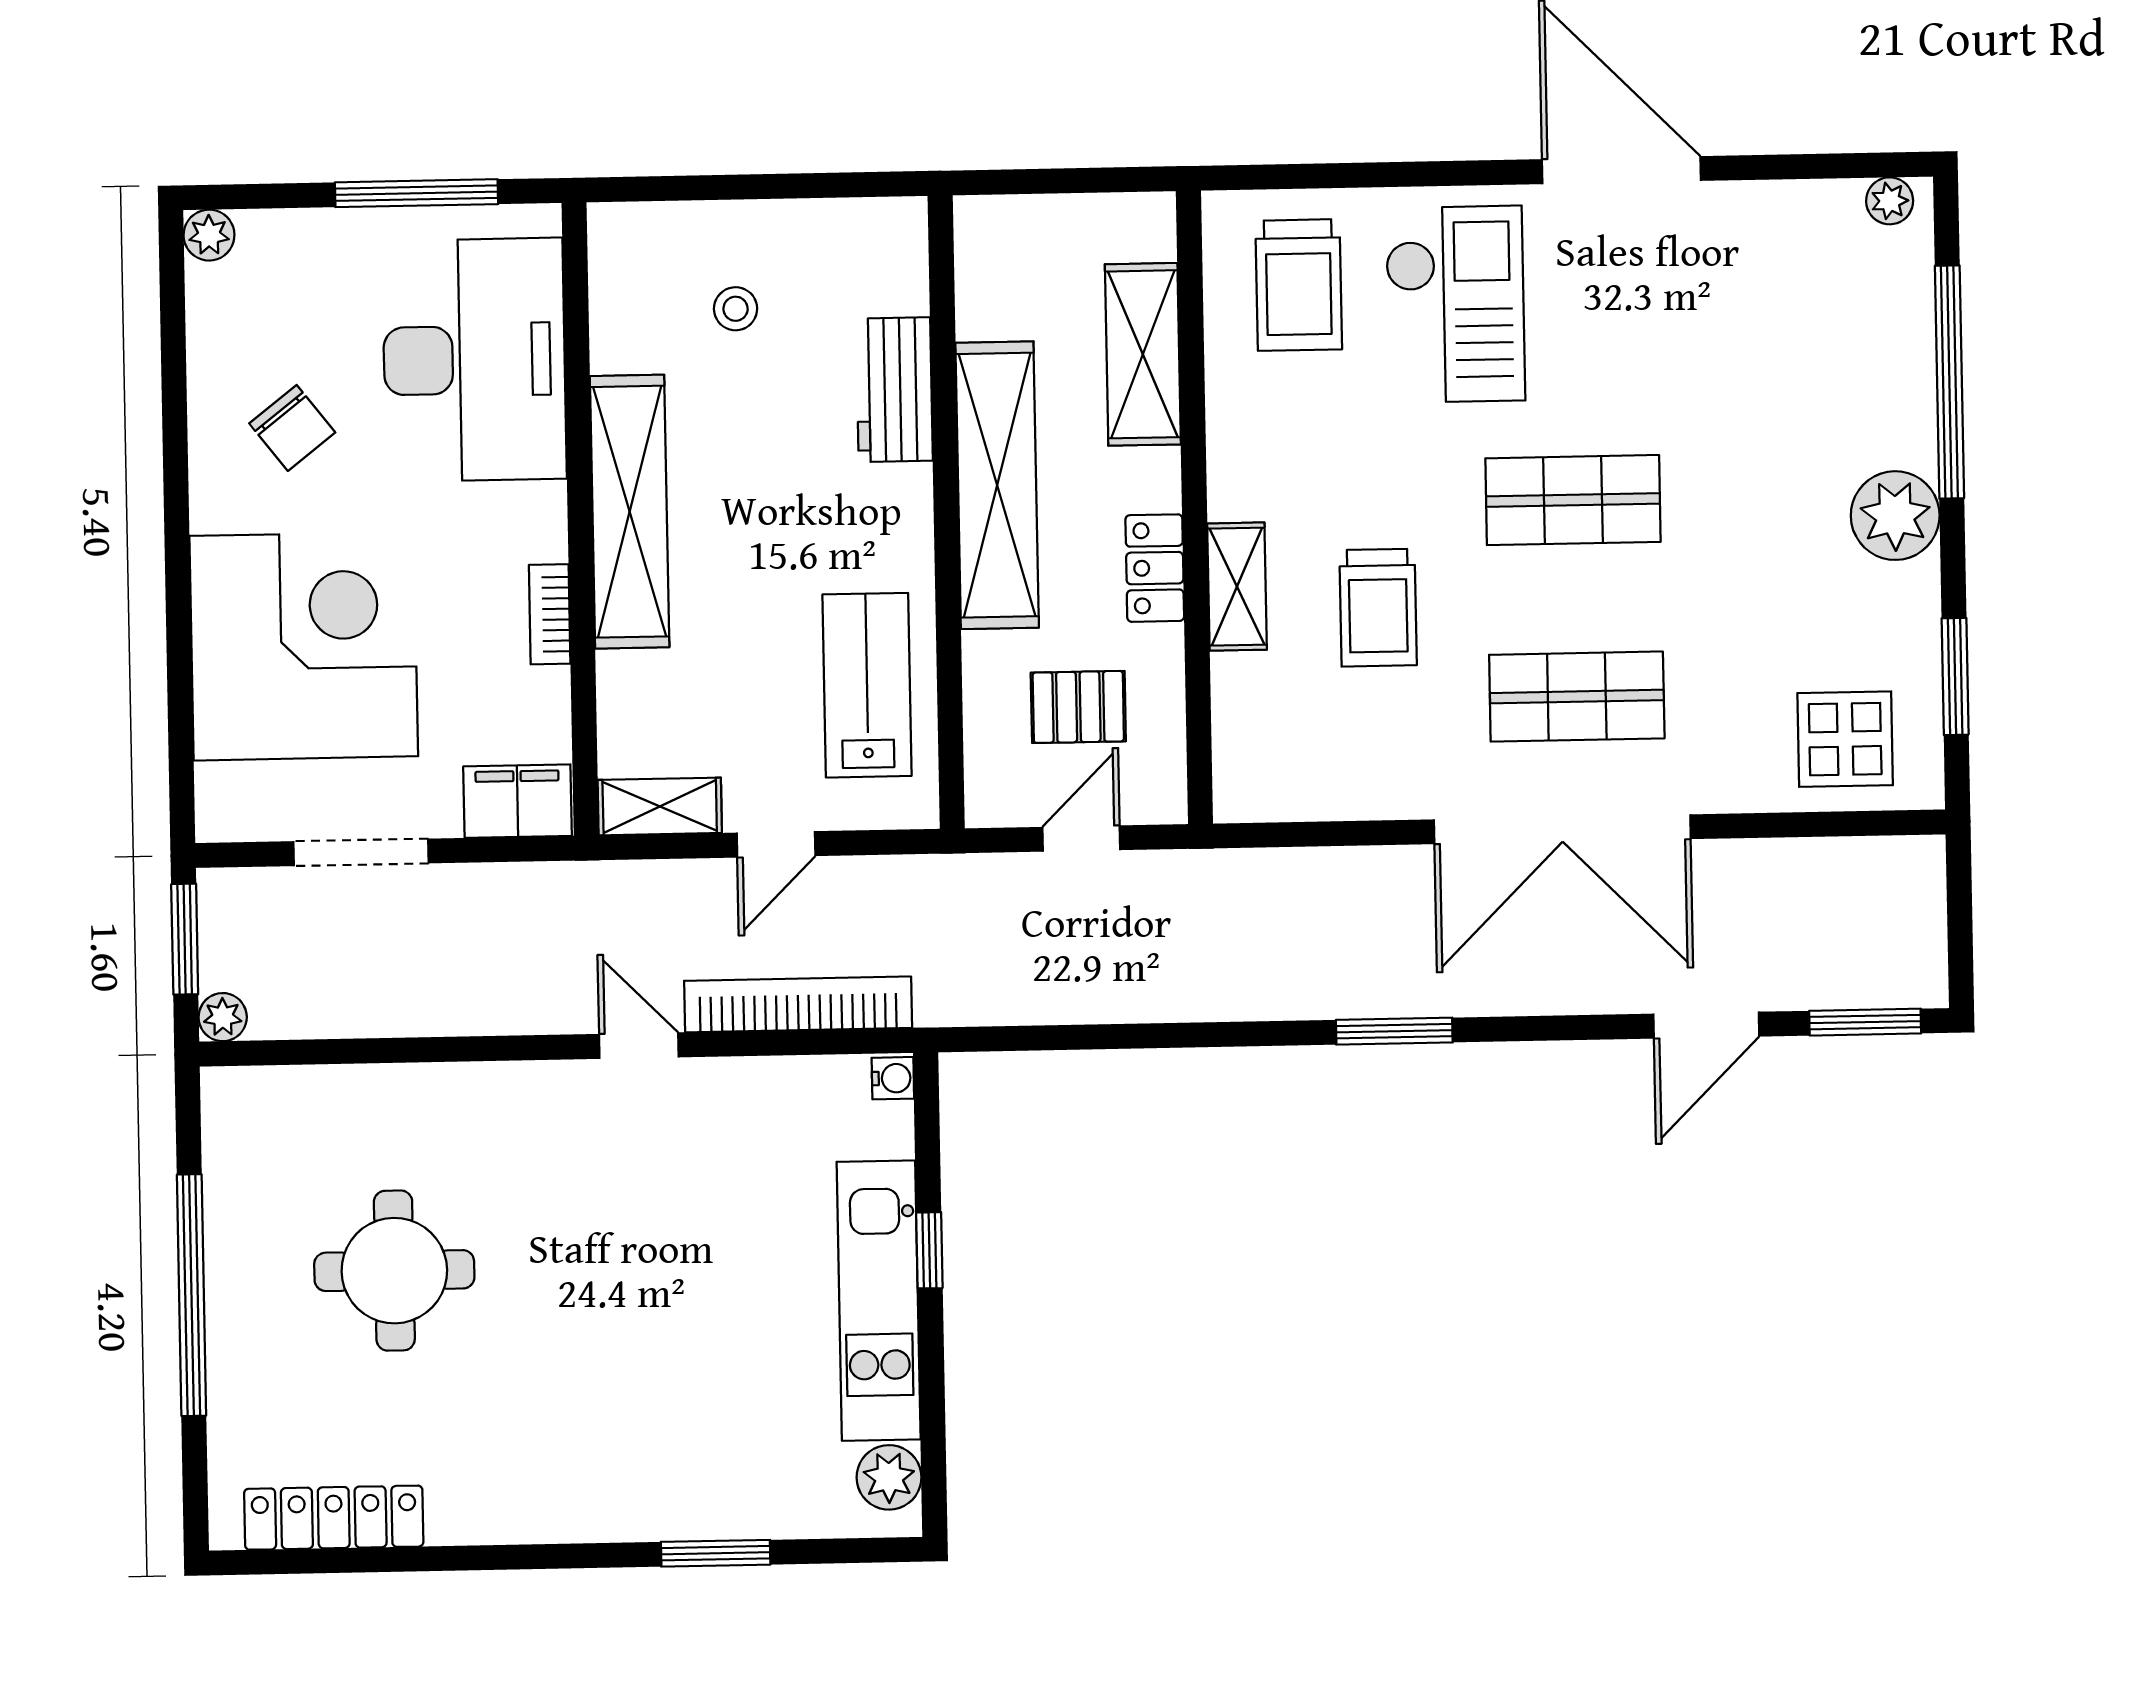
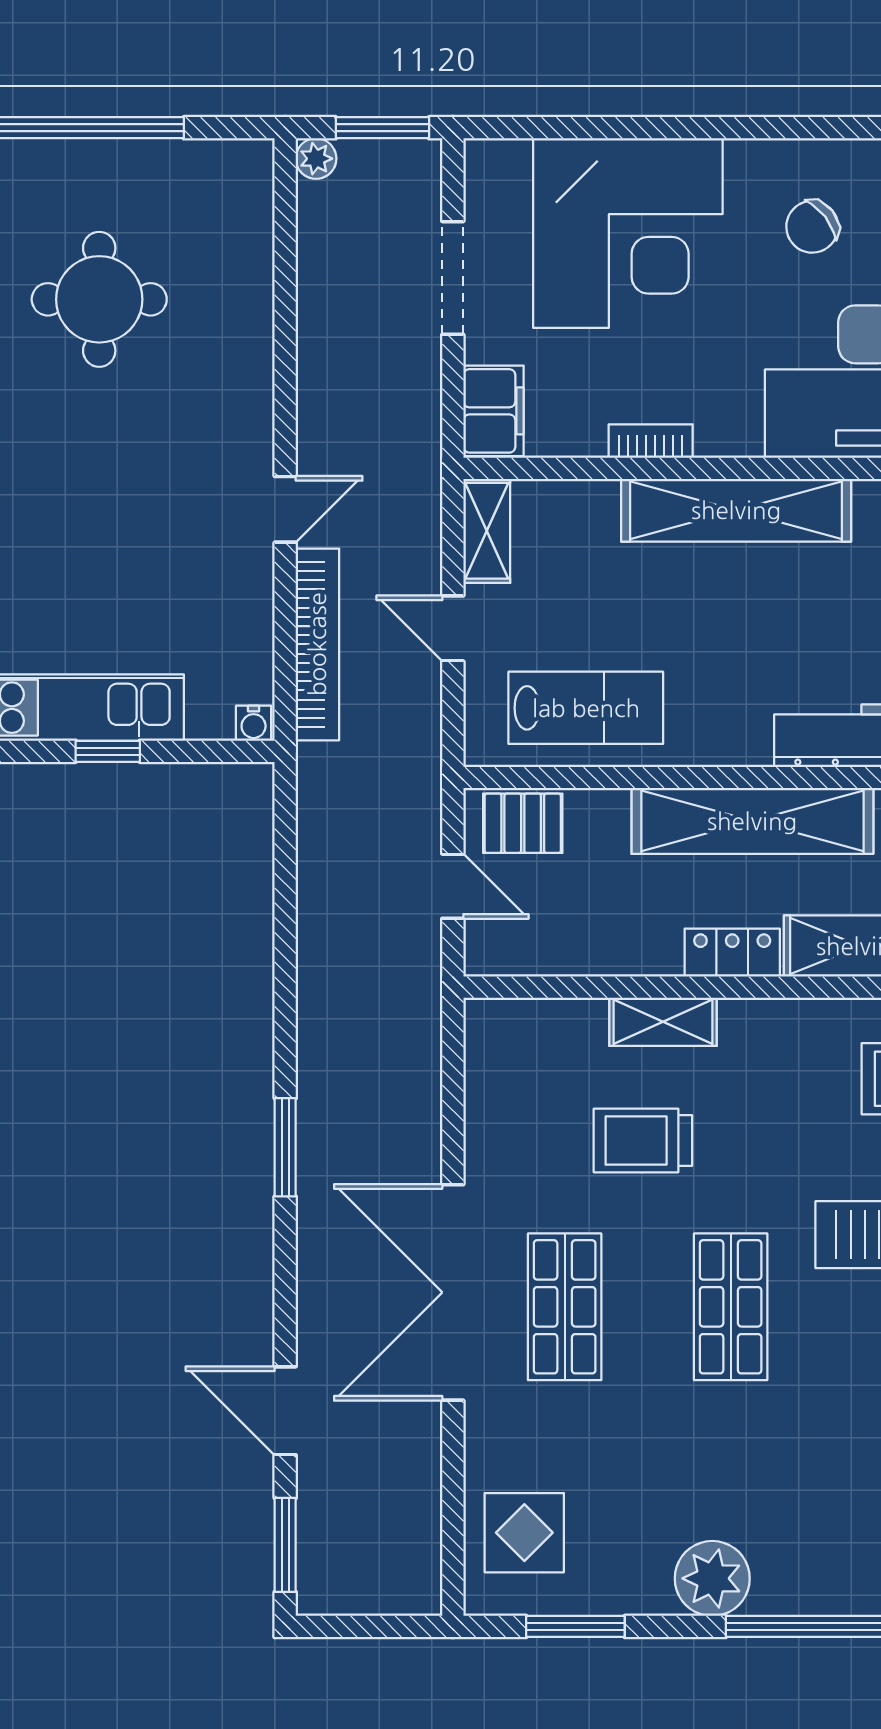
locker: (1155, 568) -> (732, 953), moved
pallet: (1078, 707) -> (523, 823), moved, turned 90

